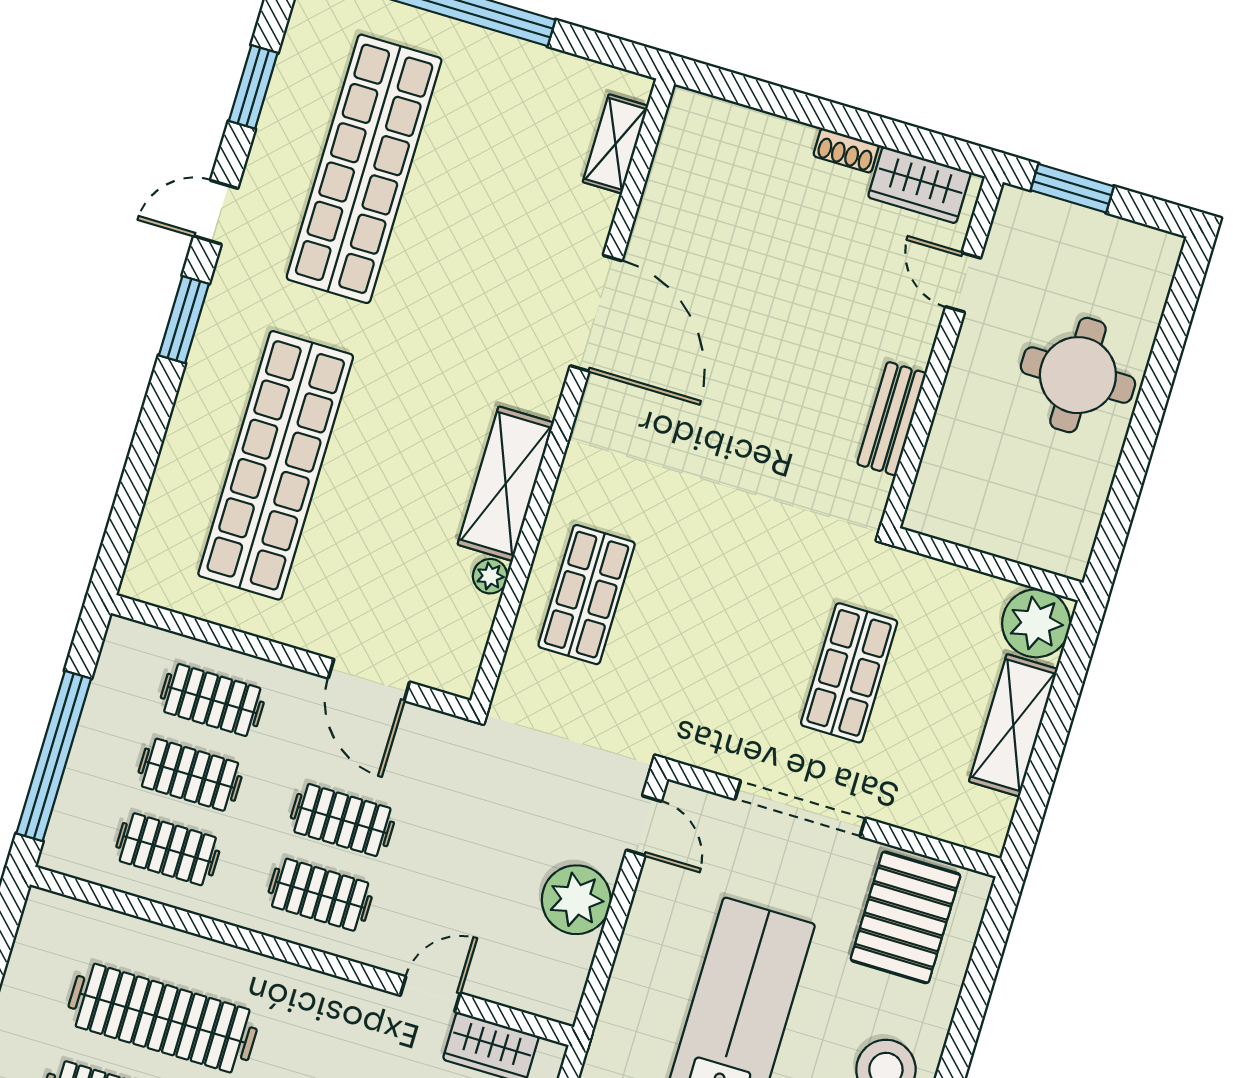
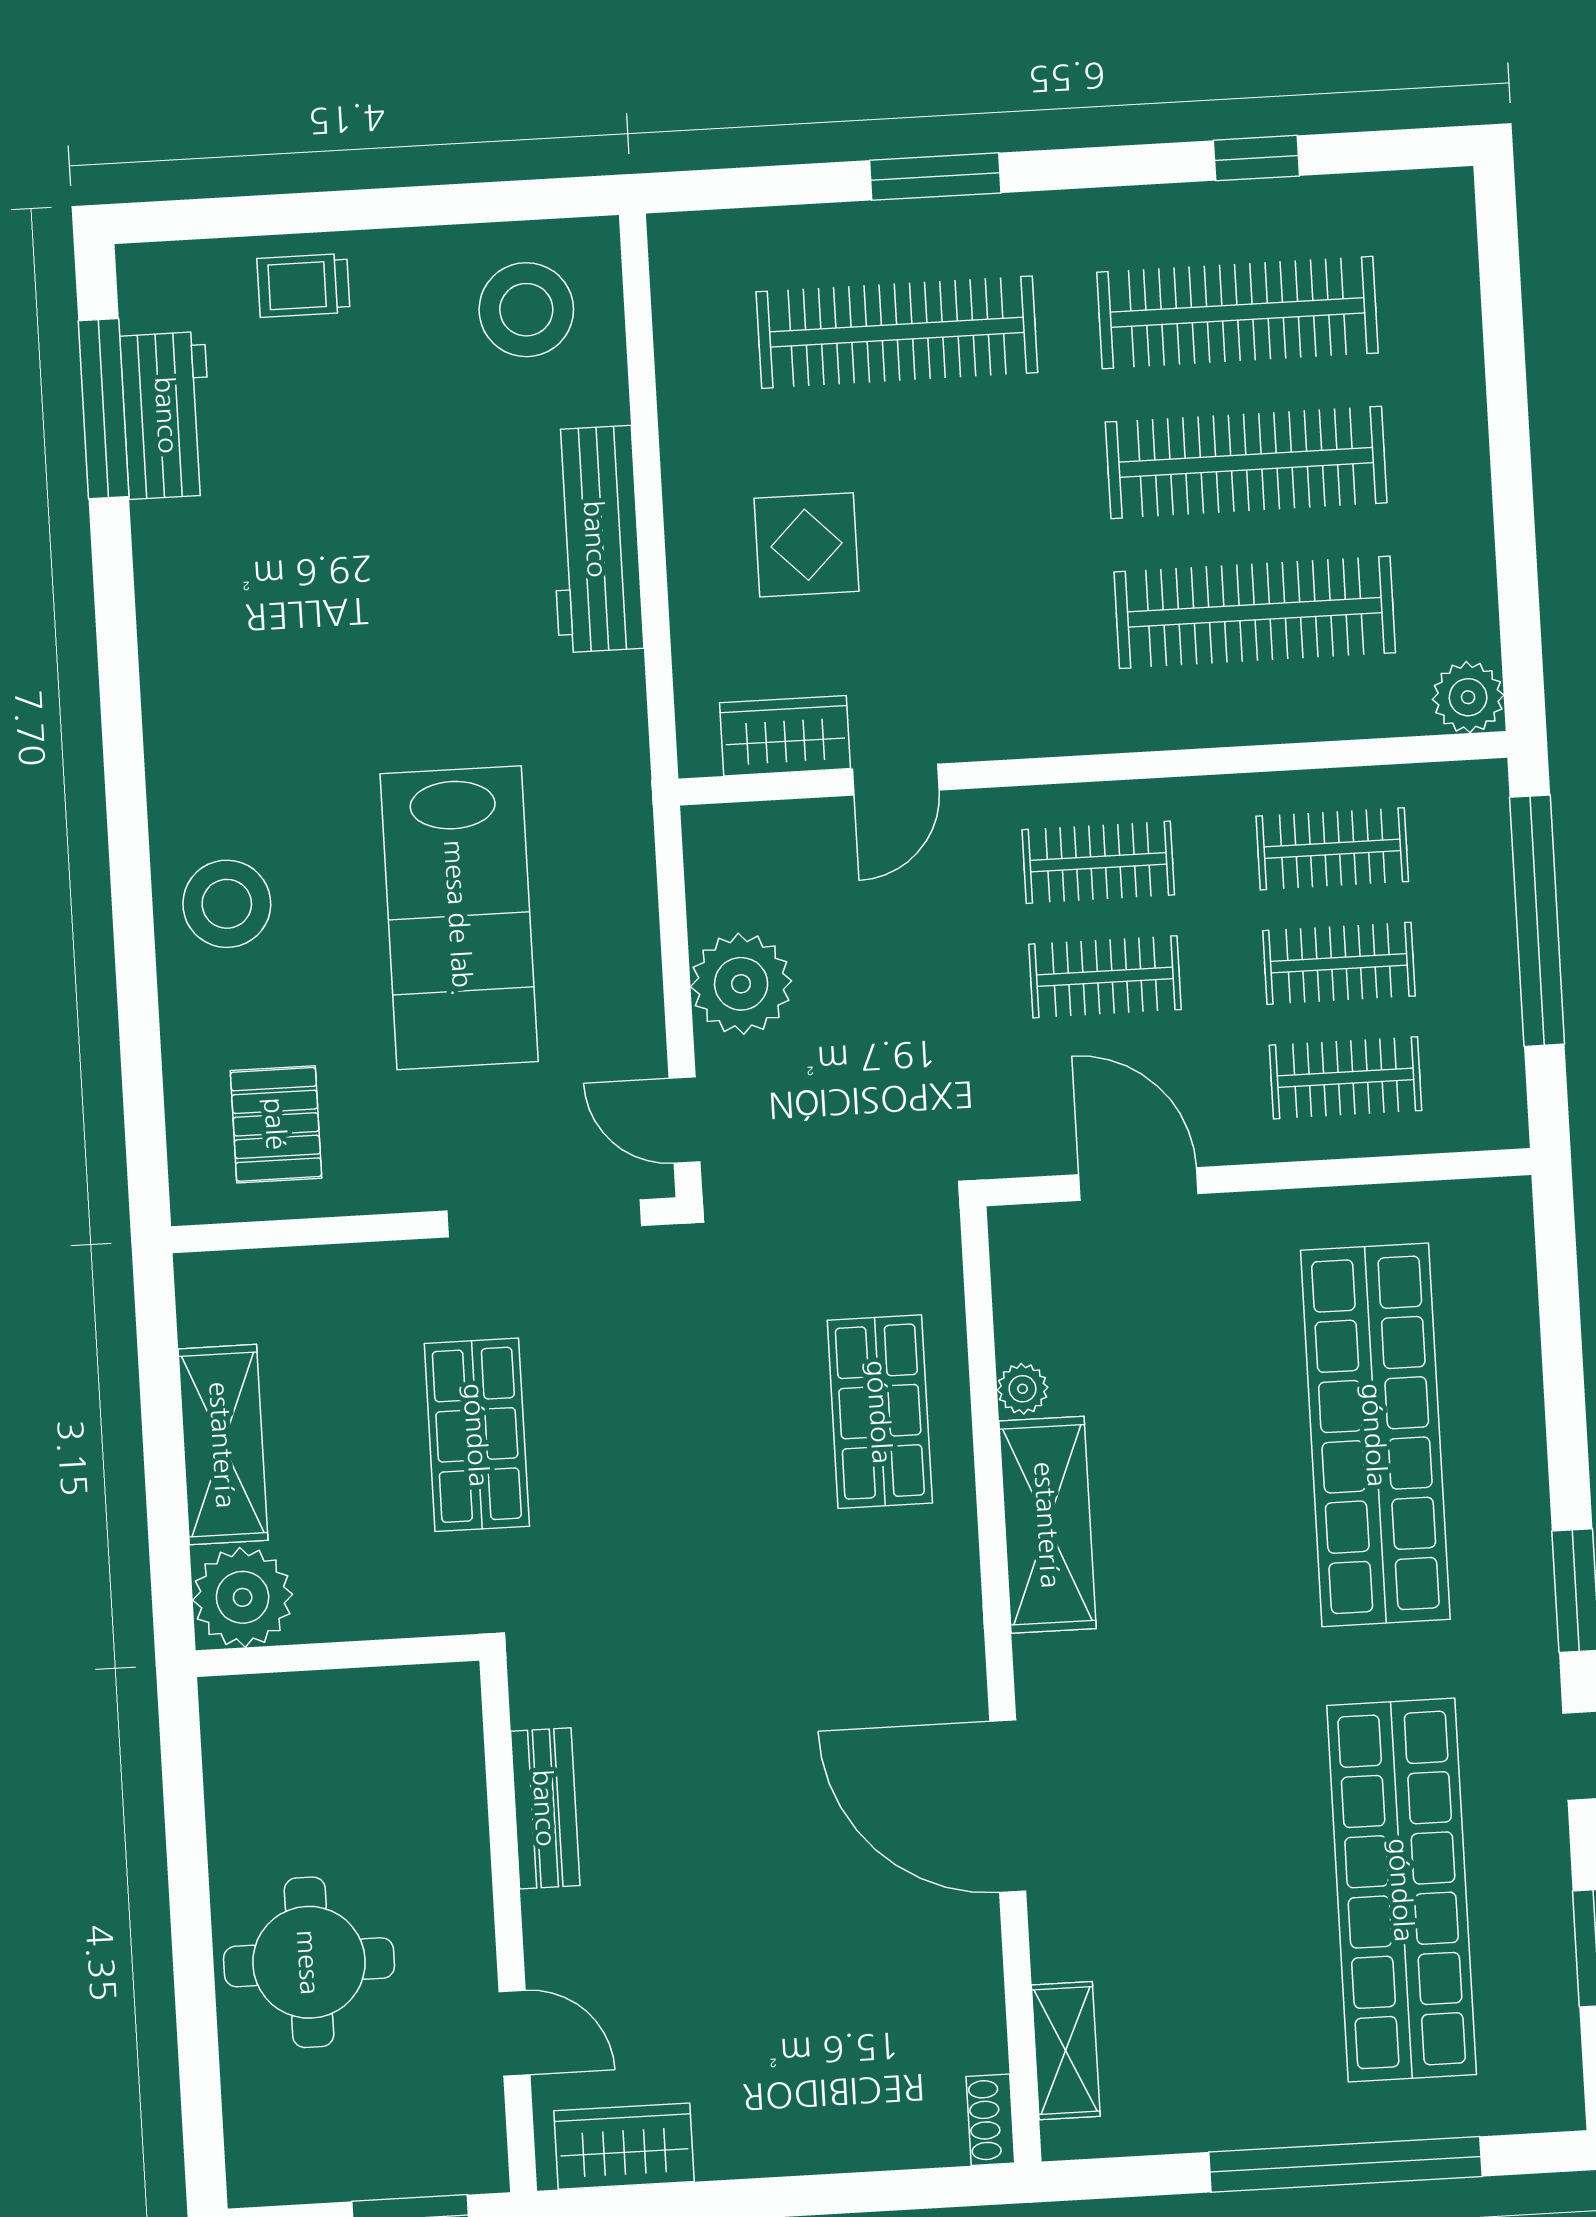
shoe rack: (846, 150) -> (990, 2120), moved, turned -90
doorway: (800, 809) -> (544, 1218), moved
plant: (46, 915) -> (1468, 697), added
pallet: (905, 917) -> (276, 1124), width x0.67, depth x0.71

